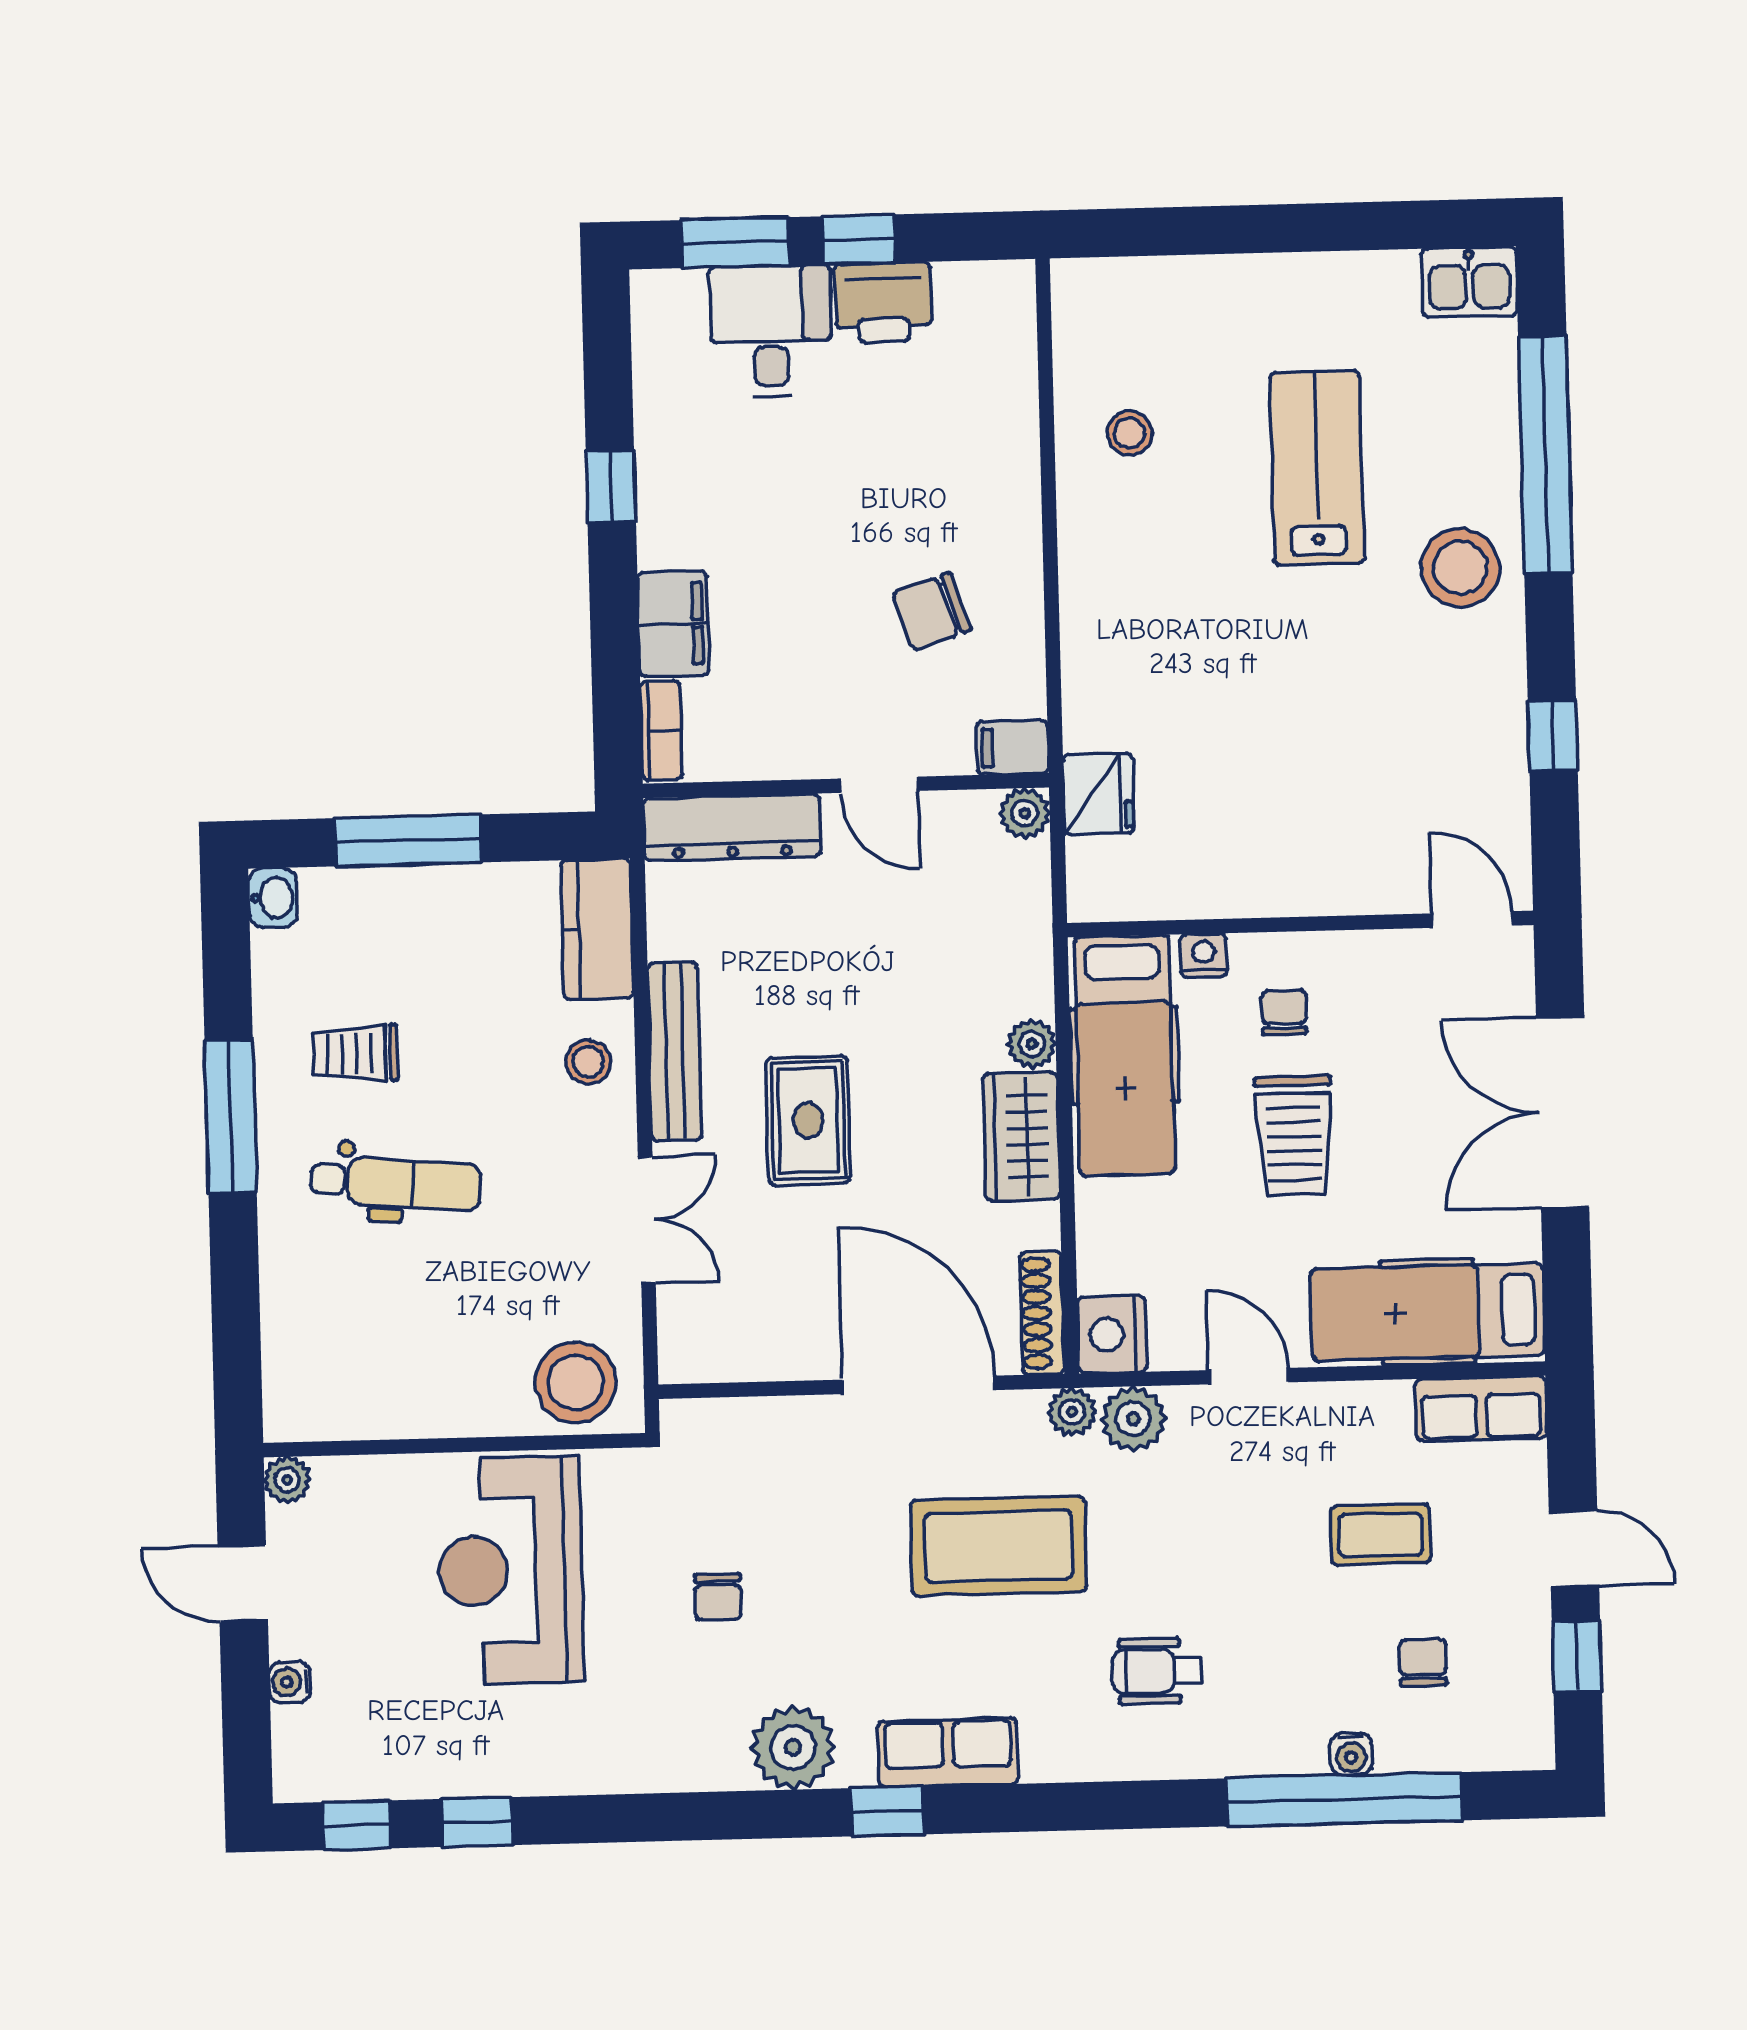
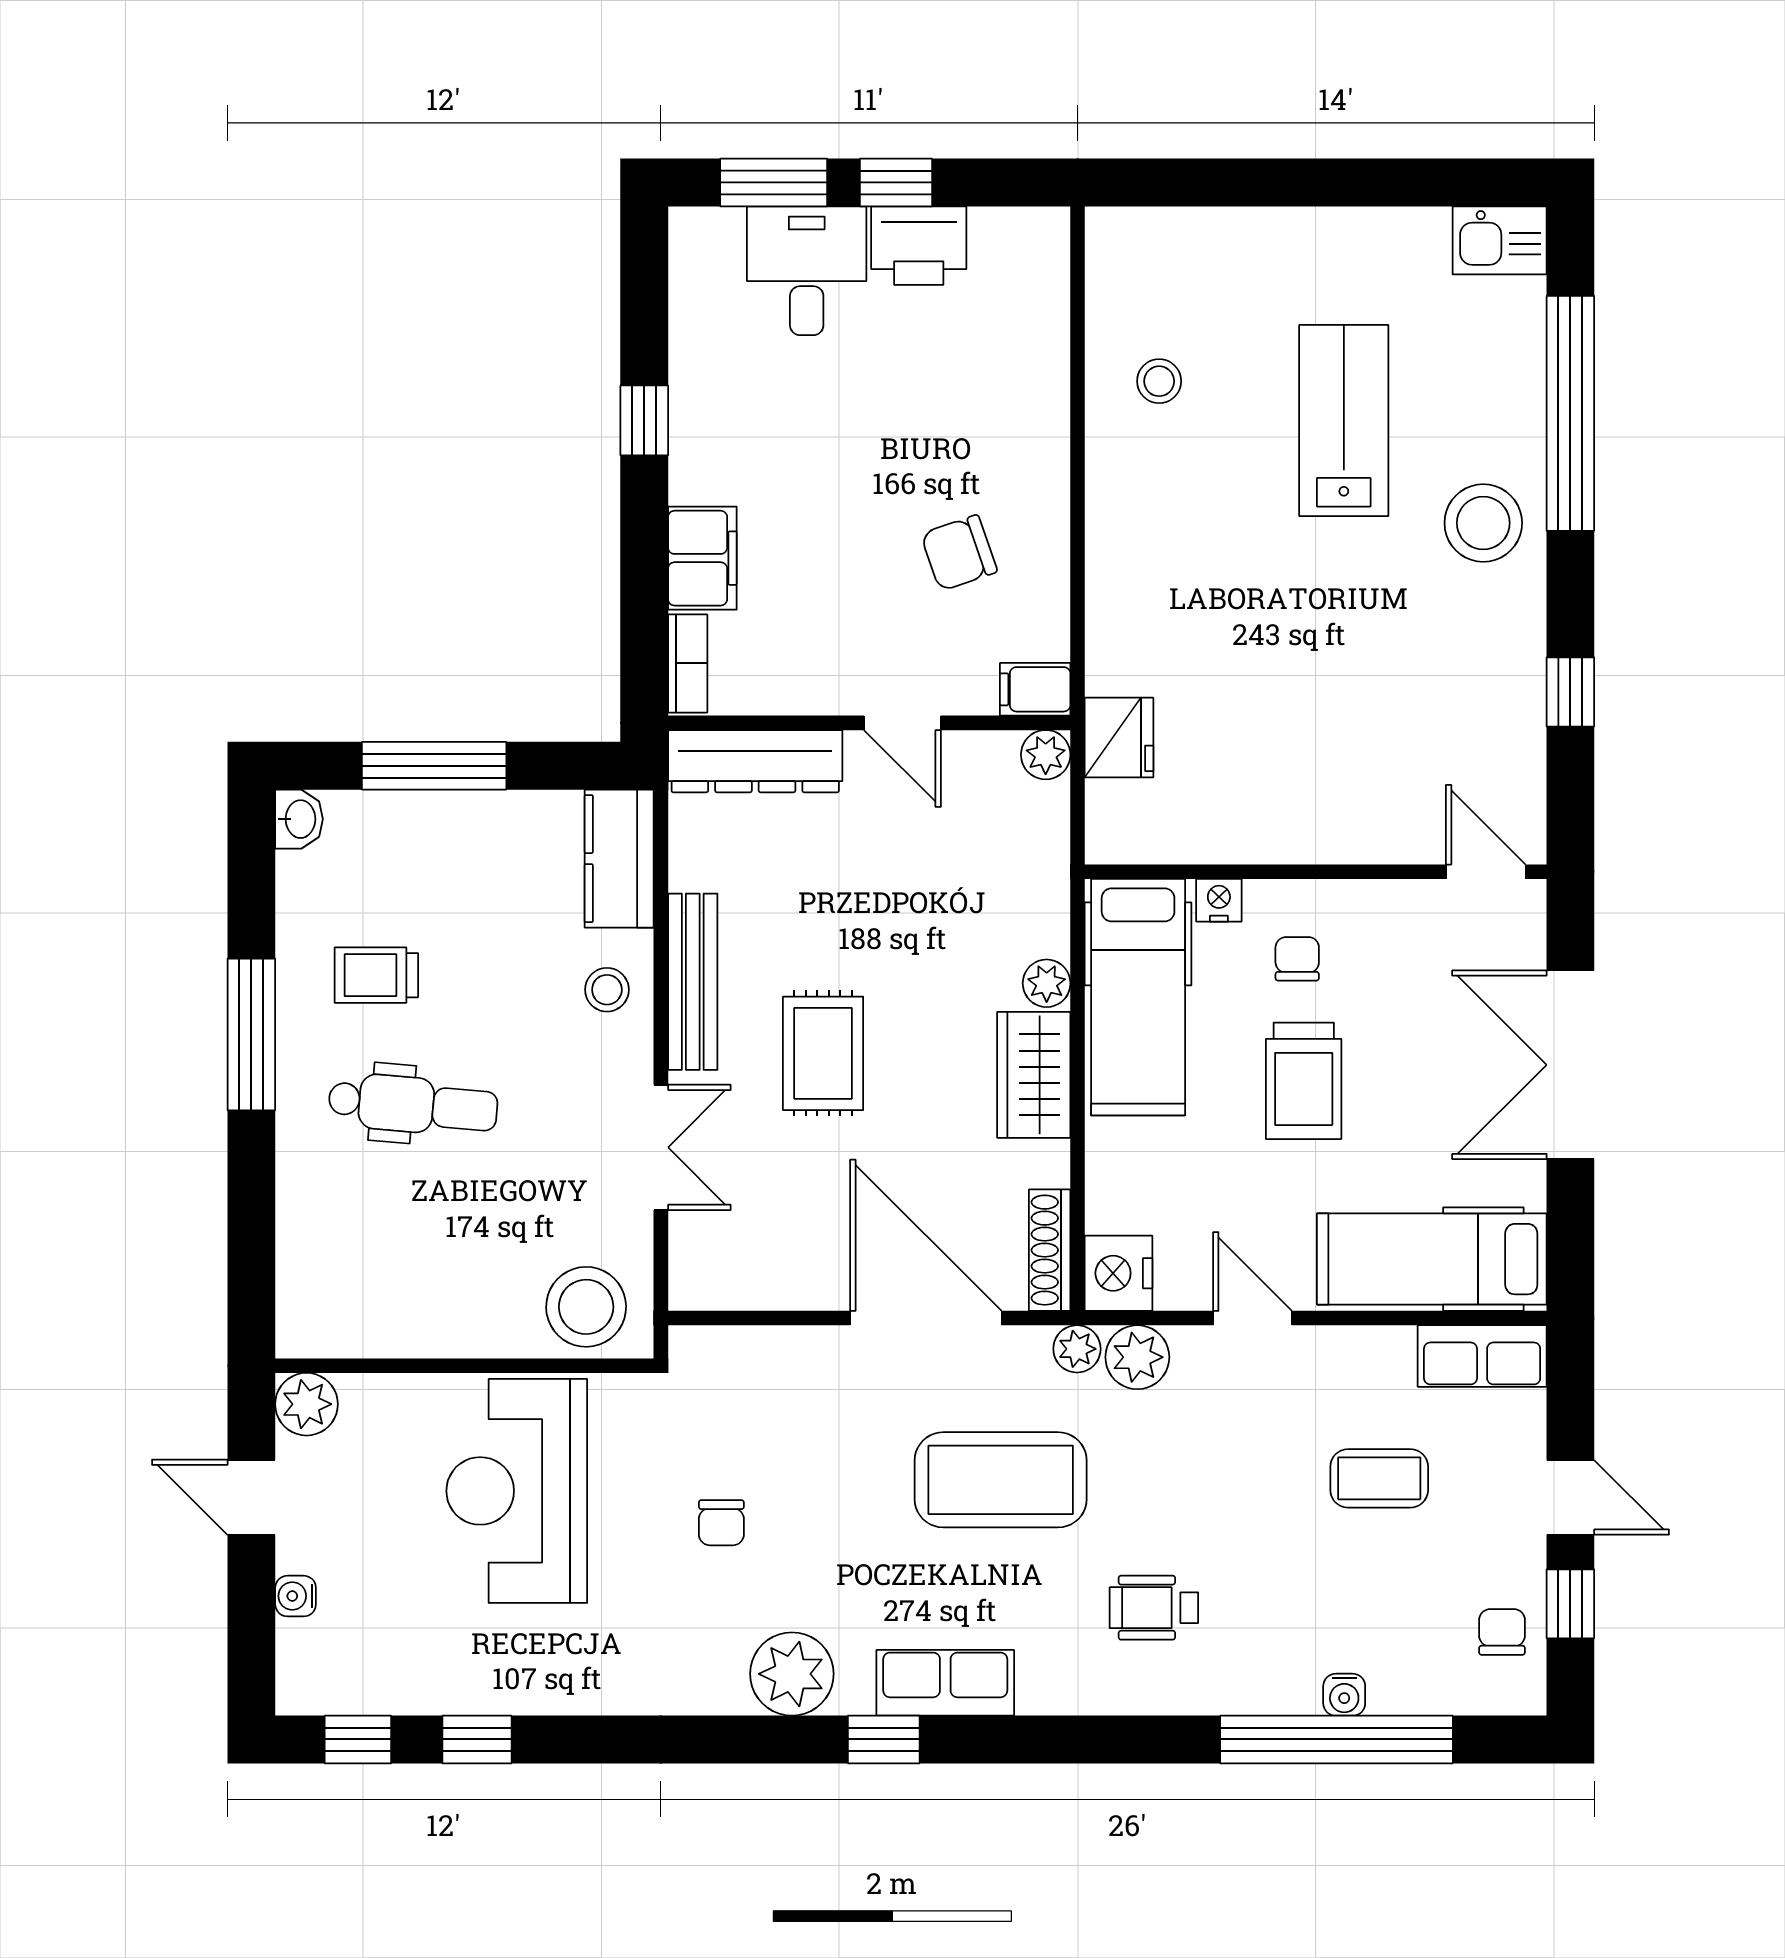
plant: (287, 1480) -> (307, 1404), width x1.38, depth x1.38
chair: (1423, 1663) -> (1502, 1632), moved

